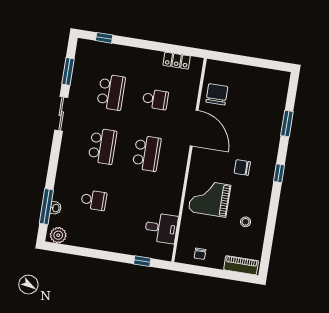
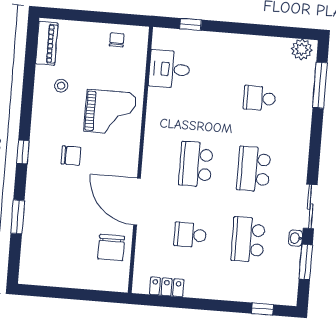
washbasin: (56, 208) -> (296, 238), moved
piano: (241, 265) -> (47, 43), moved, turned -90

